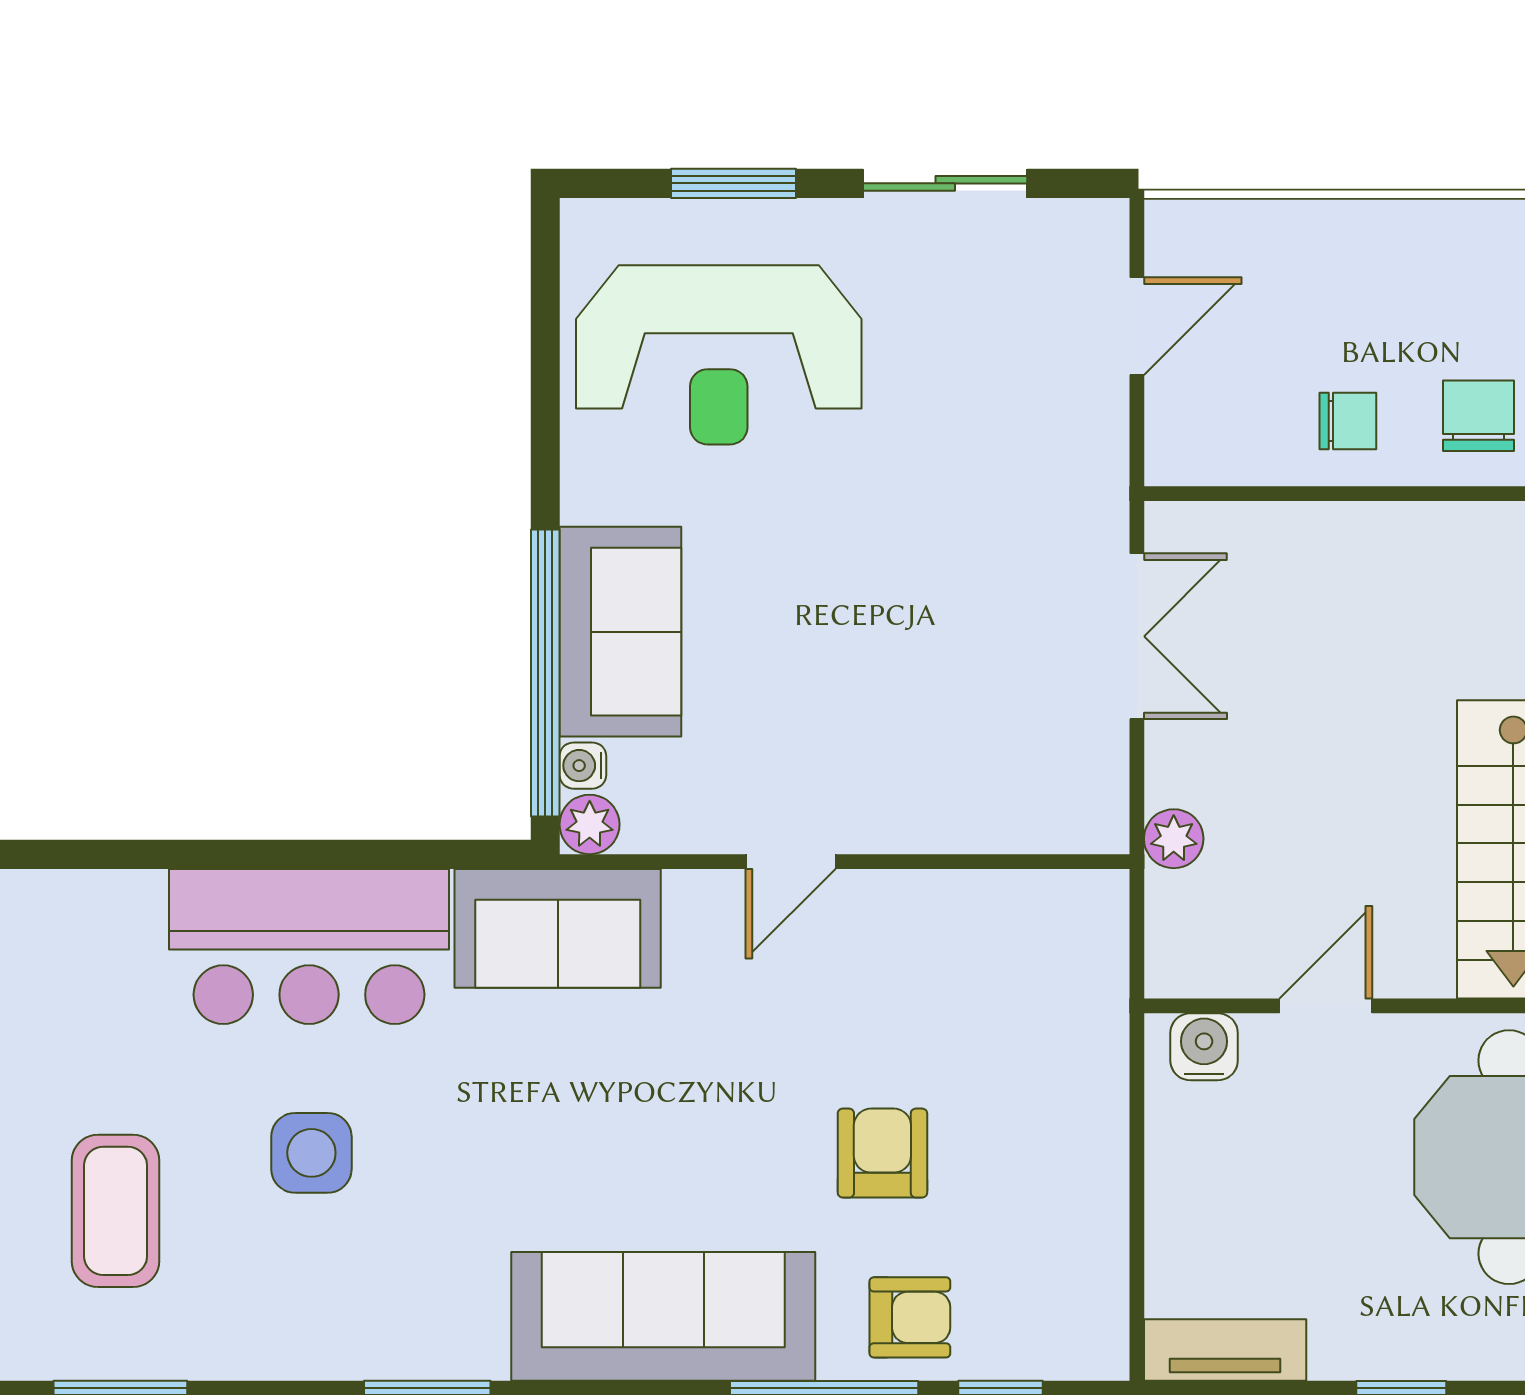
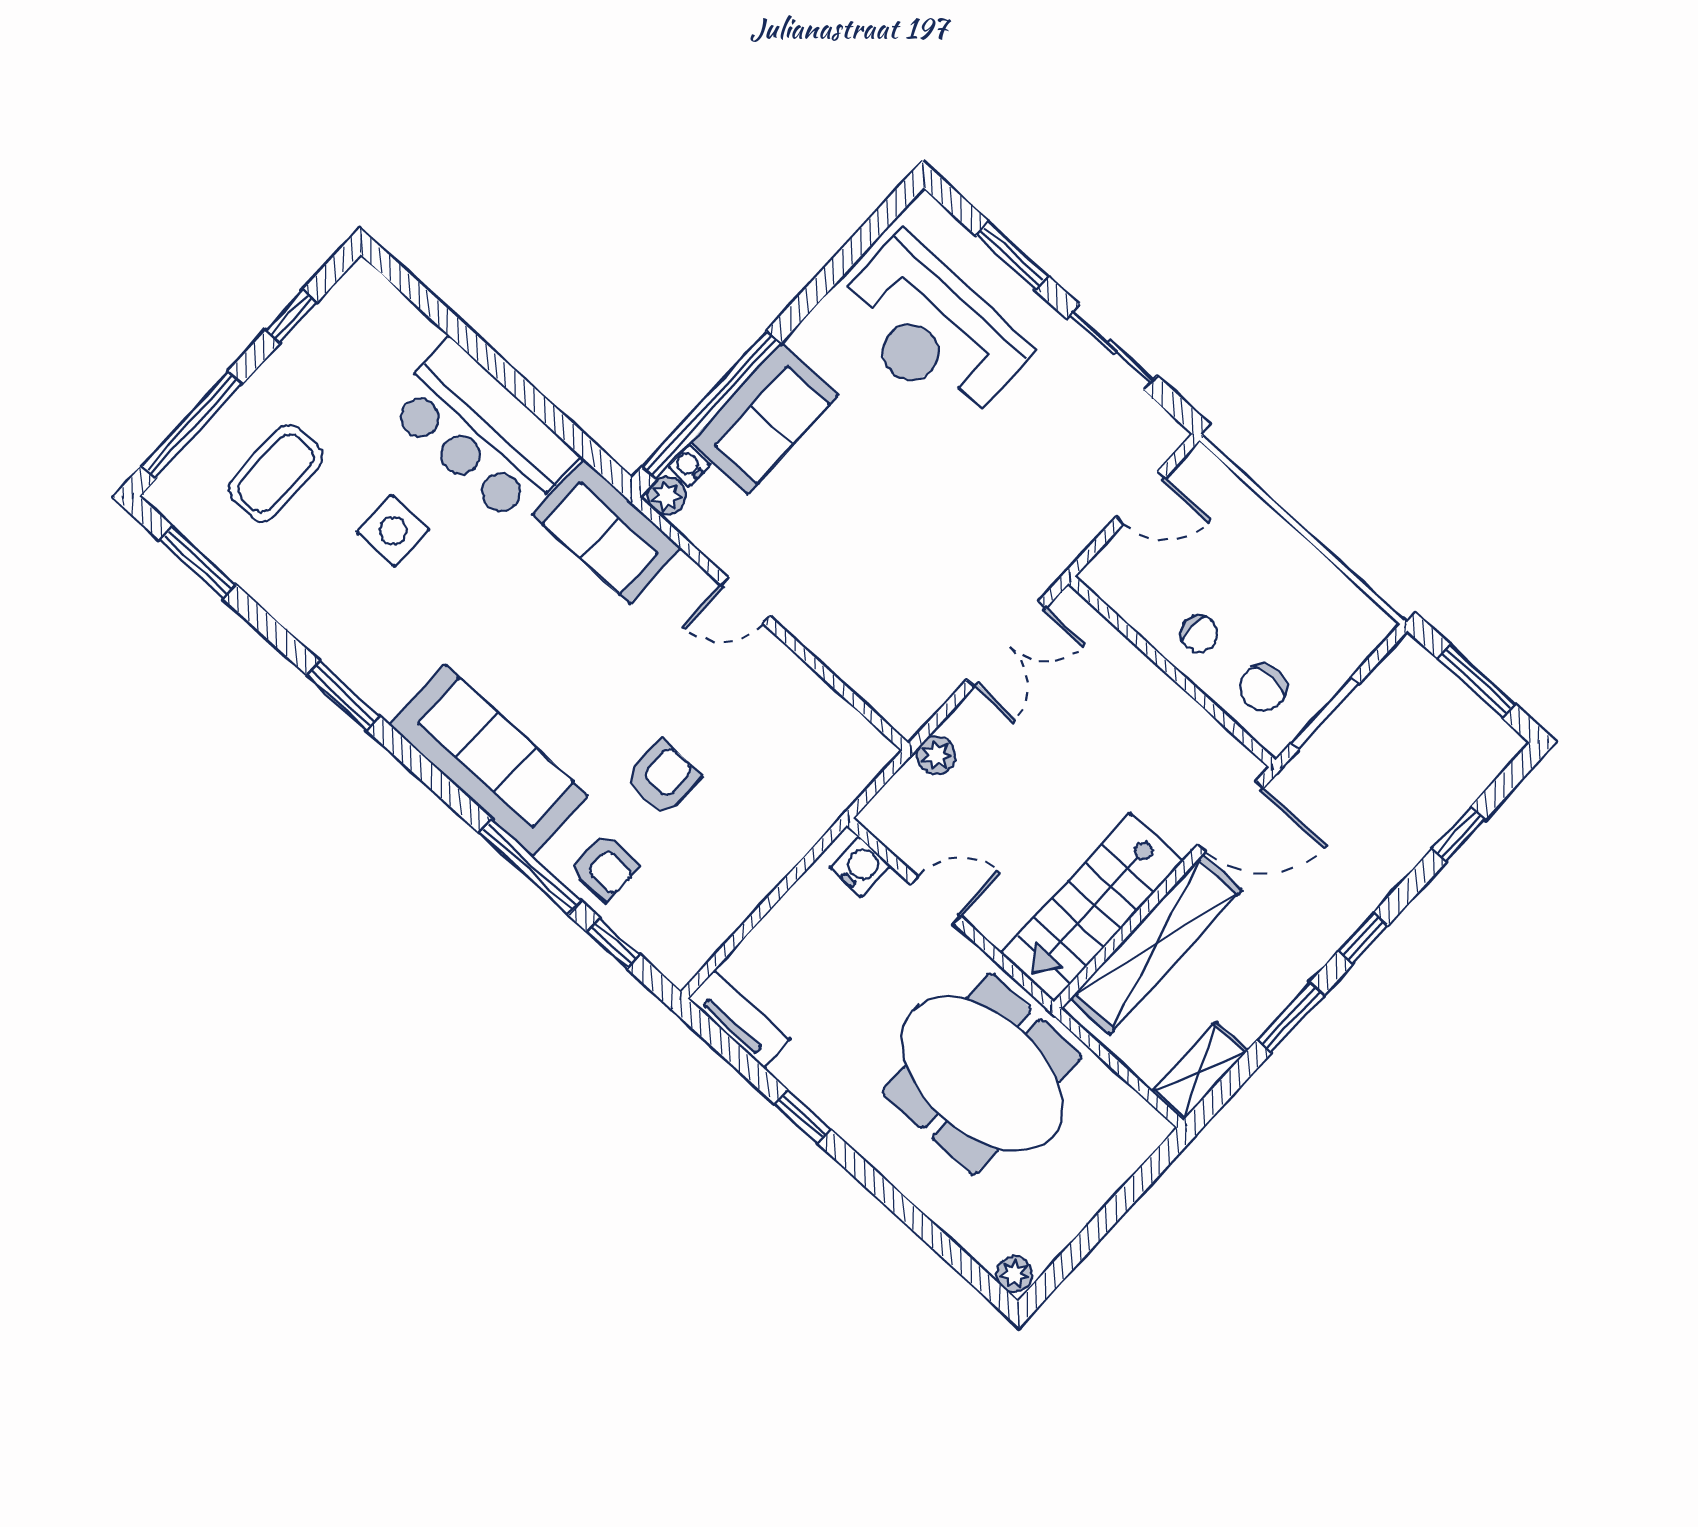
chair: (1479, 416) -> (1263, 688), turned 180

